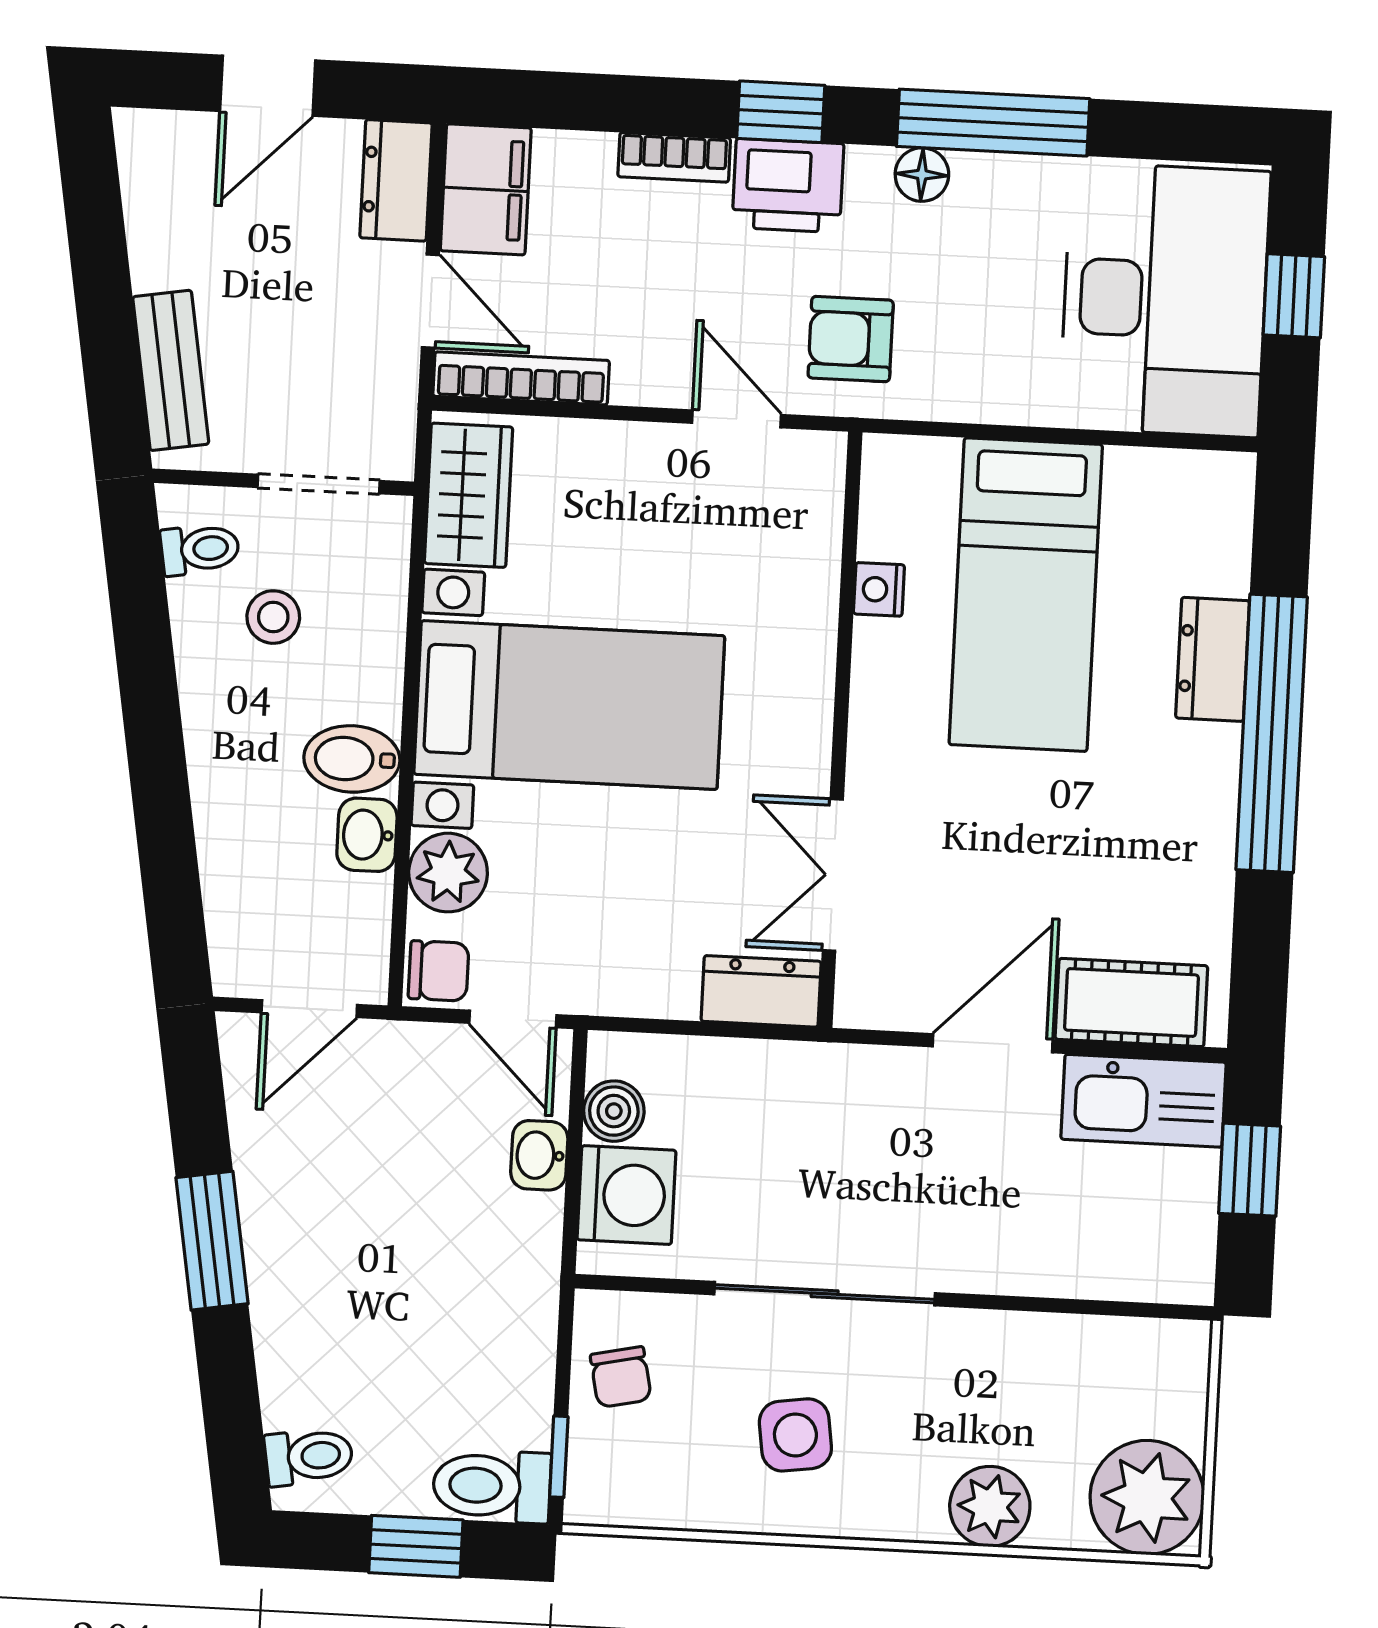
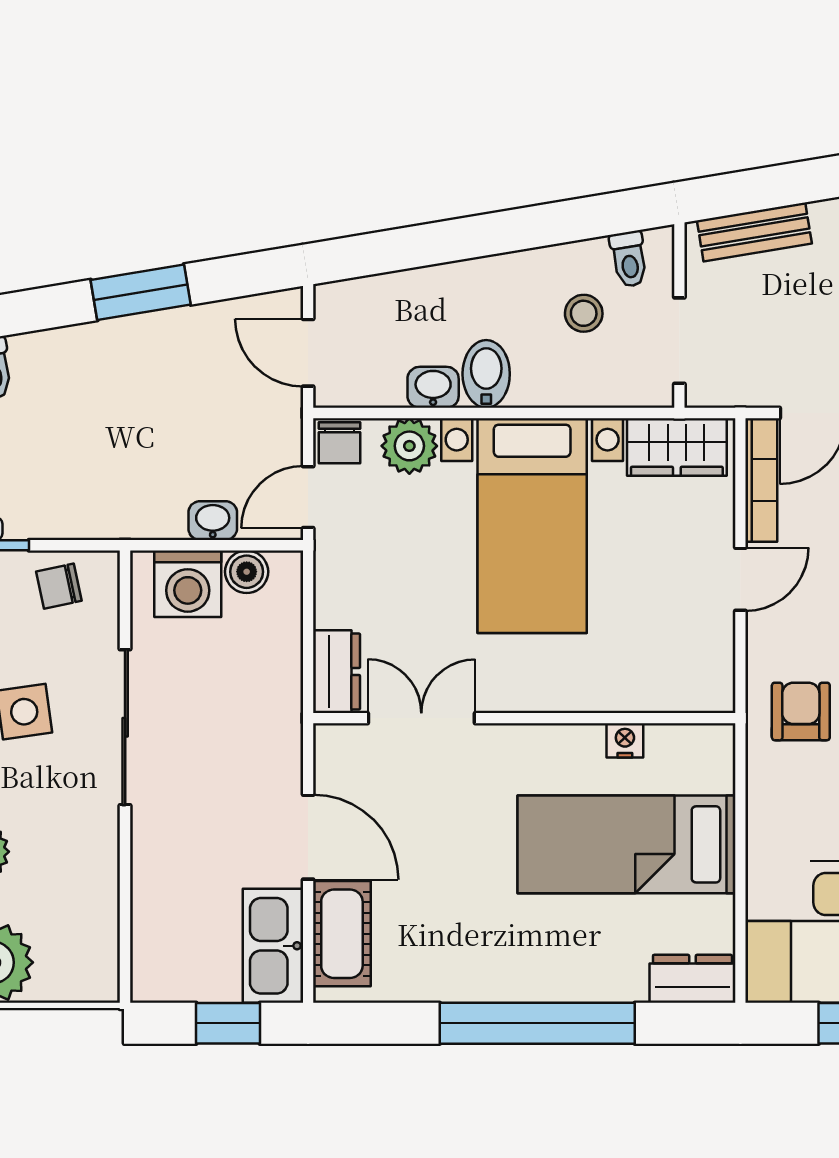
door: (737, 419) -> (740, 579), moved
dresser: (1213, 659) -> (692, 979), moved

